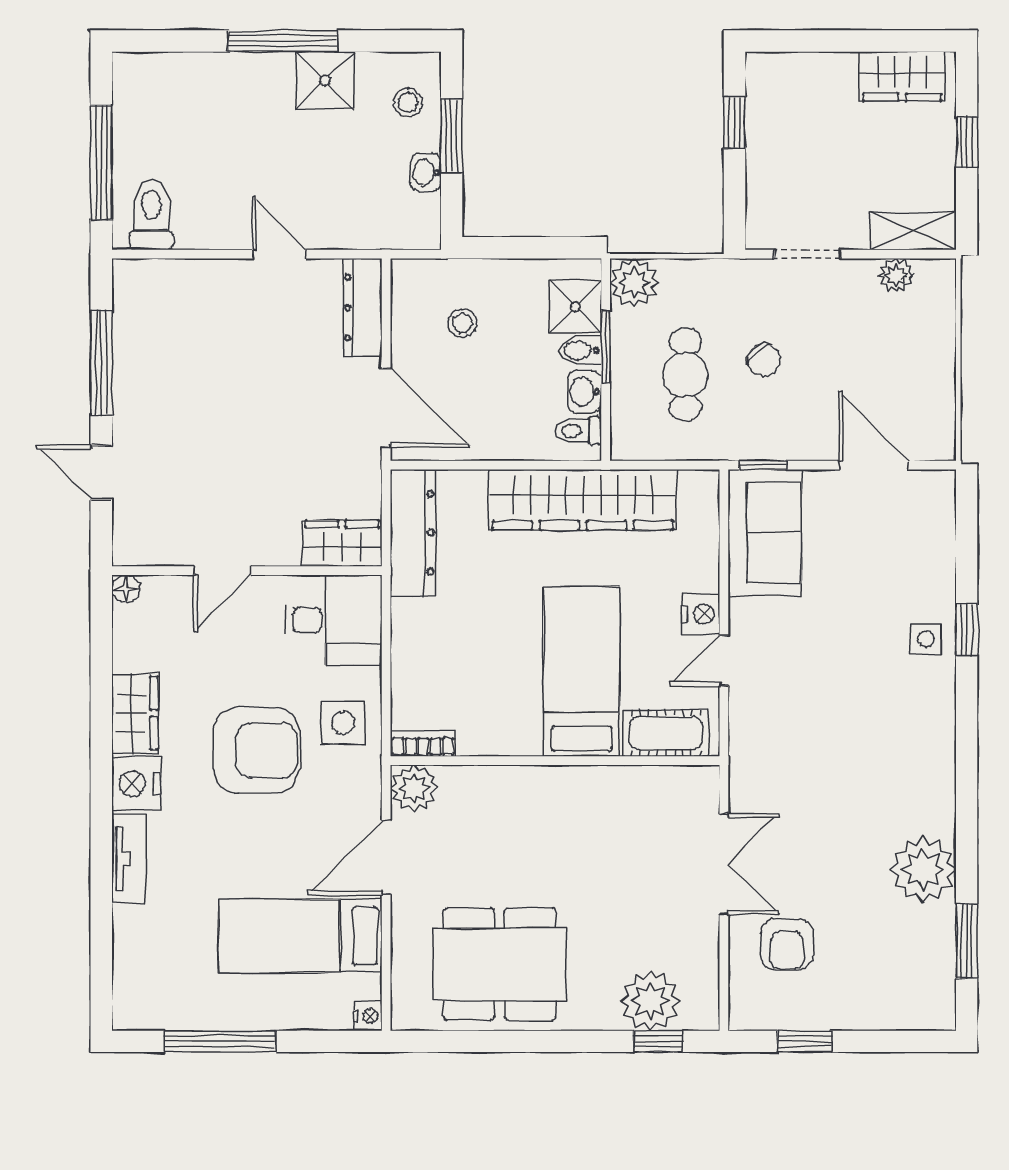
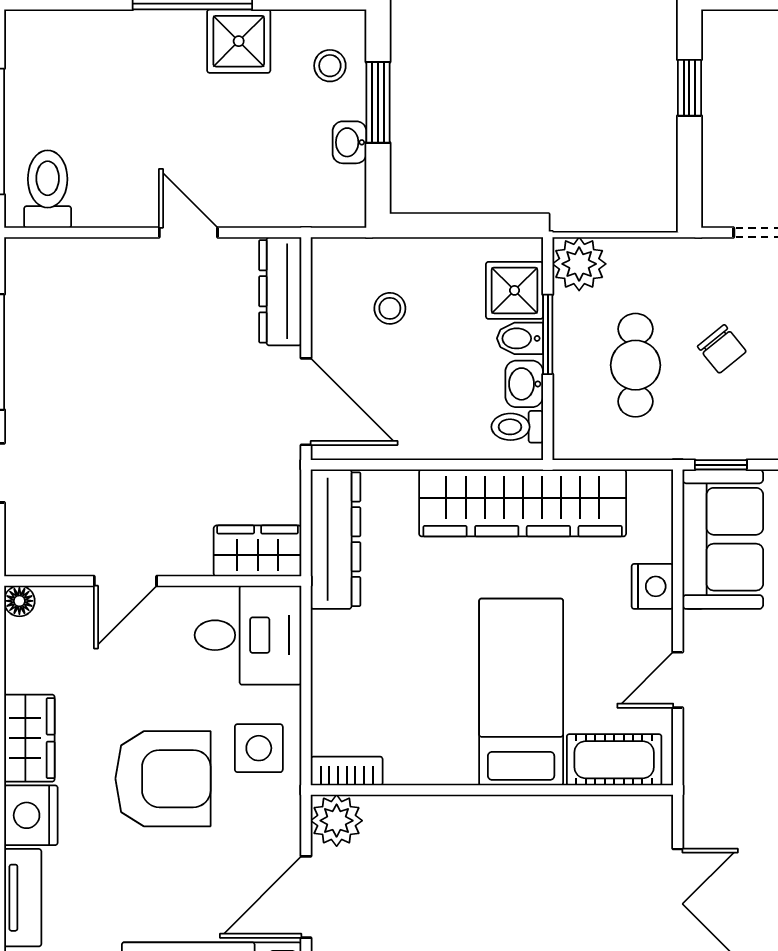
nightstand: (701, 614) -> (652, 586), moved

